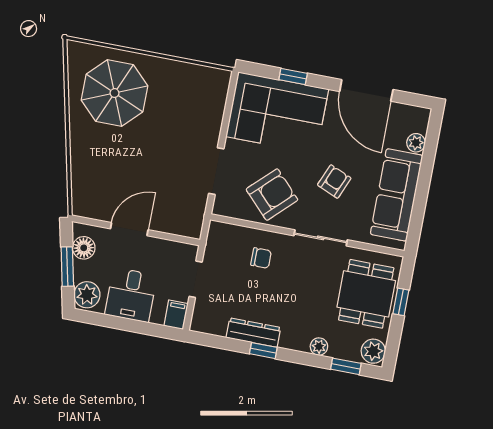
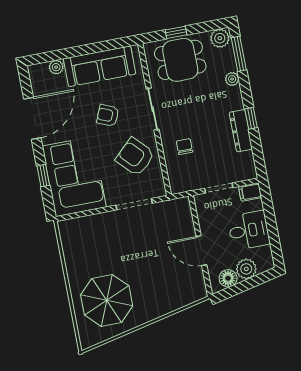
window: (67, 267) -> (246, 285), removed
plant: (87, 295) -> (246, 269), moved
window: (346, 366) -> (239, 54), width x1.50

